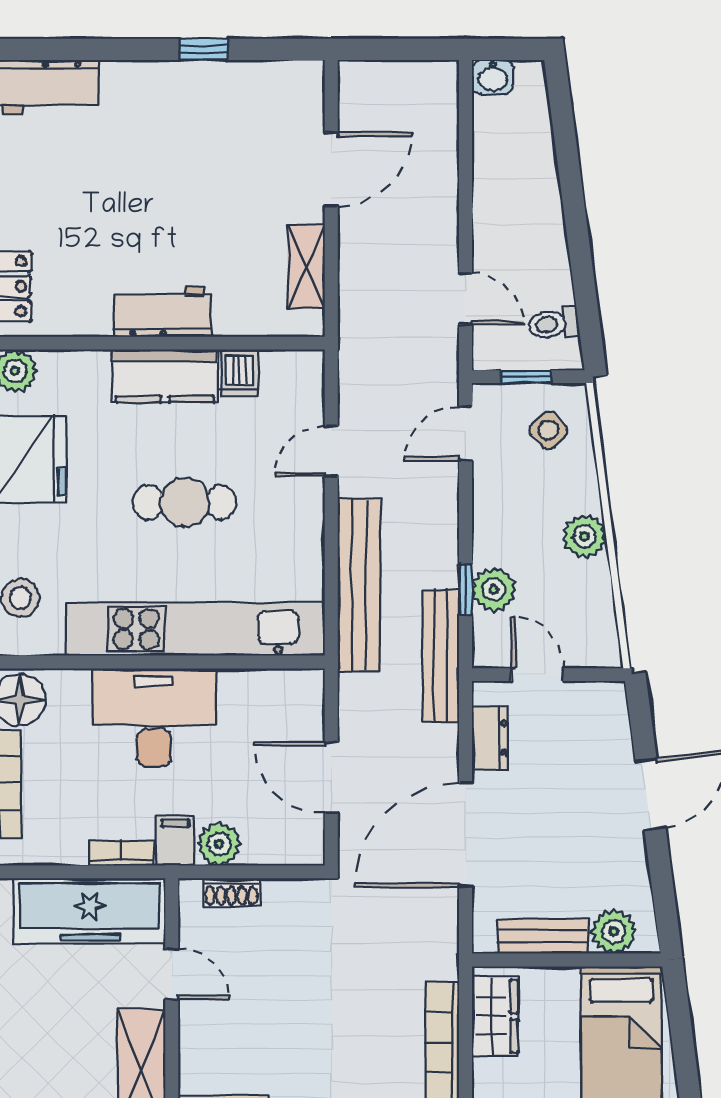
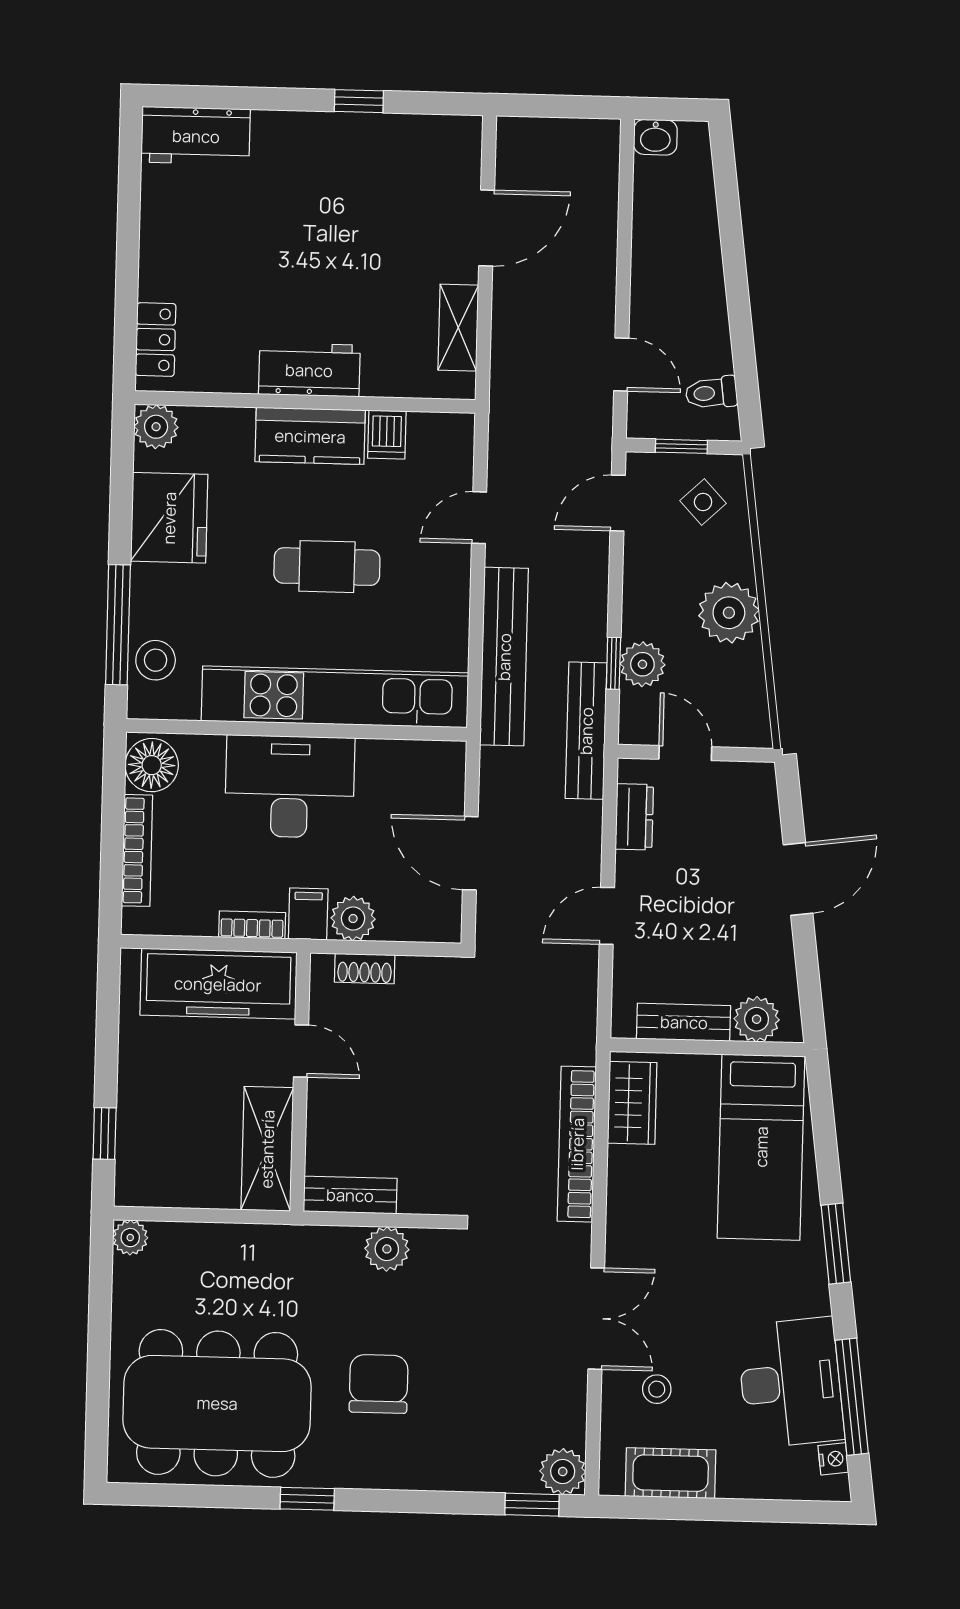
plant: (584, 536) -> (729, 613), width x1.36, depth x1.36
door: (466, 835) -> (607, 916), width x0.53

